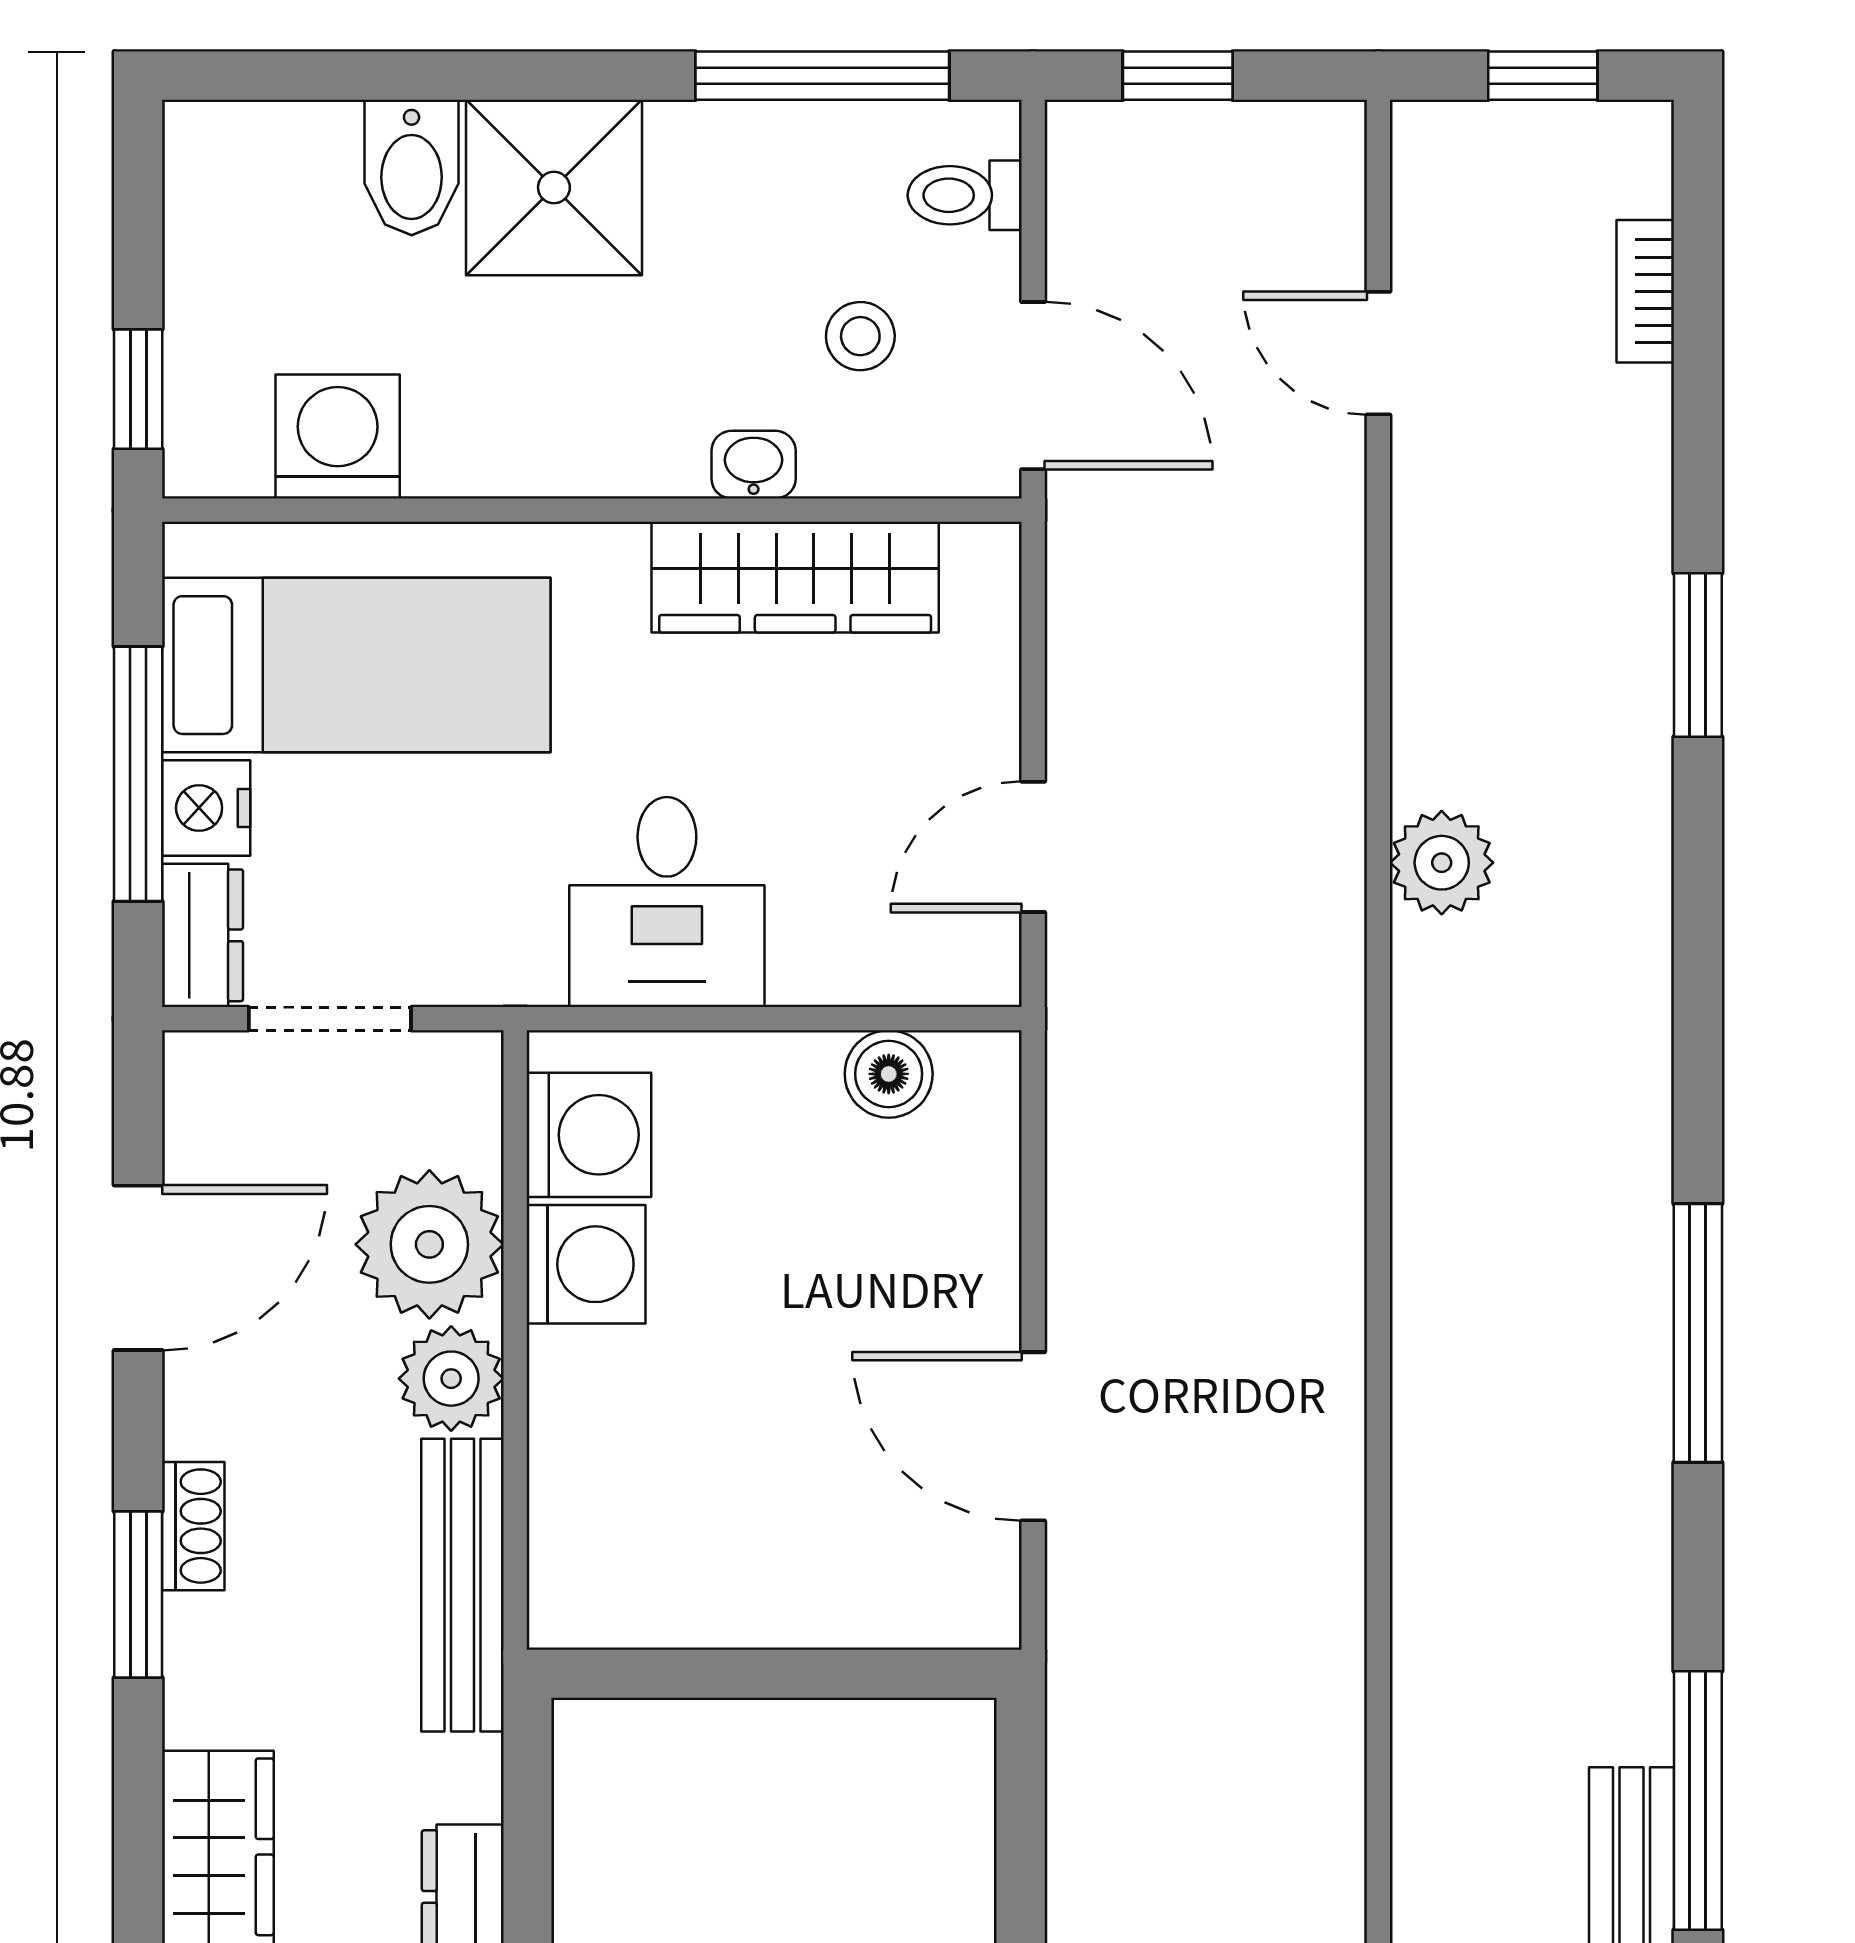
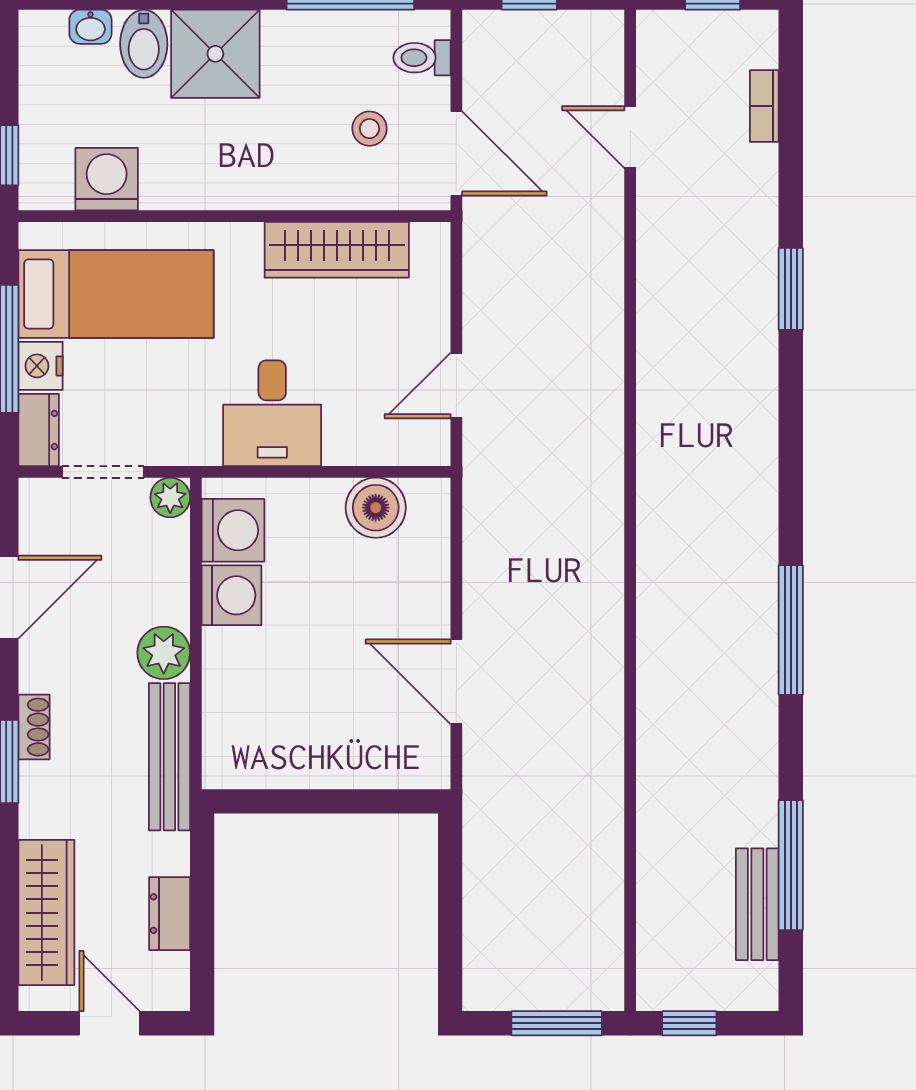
washbasin: (754, 465) -> (90, 27), moved, turned 180
plant: (1442, 863) -> (662, 393), removed
boiler: (889, 1074) -> (376, 508), width x1.36, depth x1.36
plant: (429, 1244) -> (170, 498), moved, width x0.53, depth x0.53

